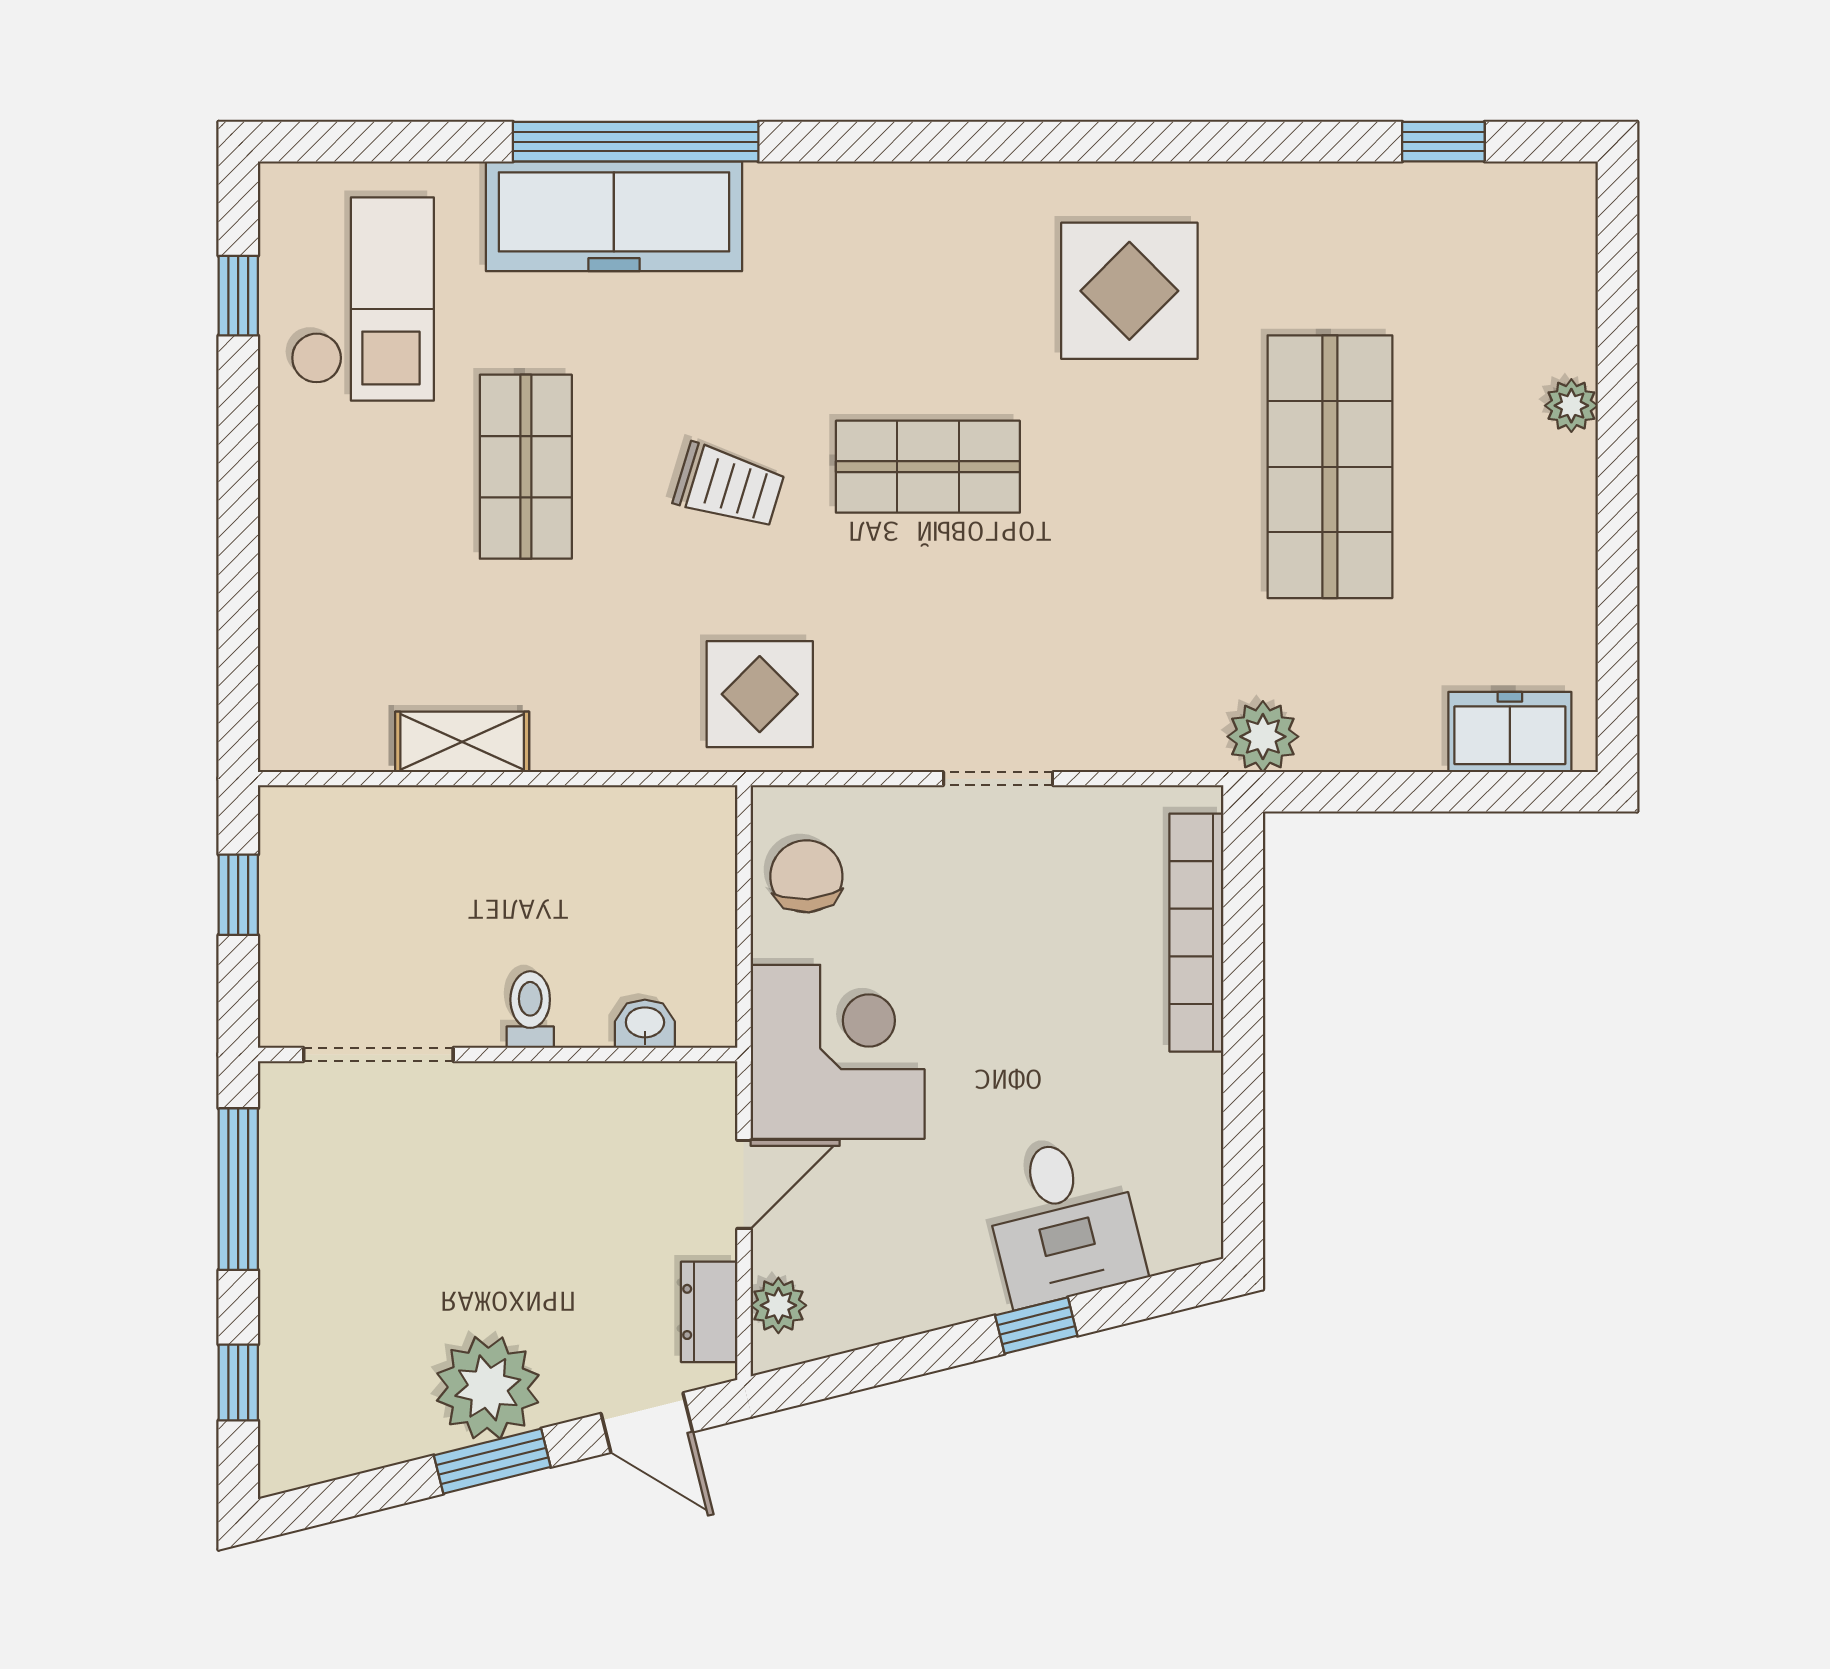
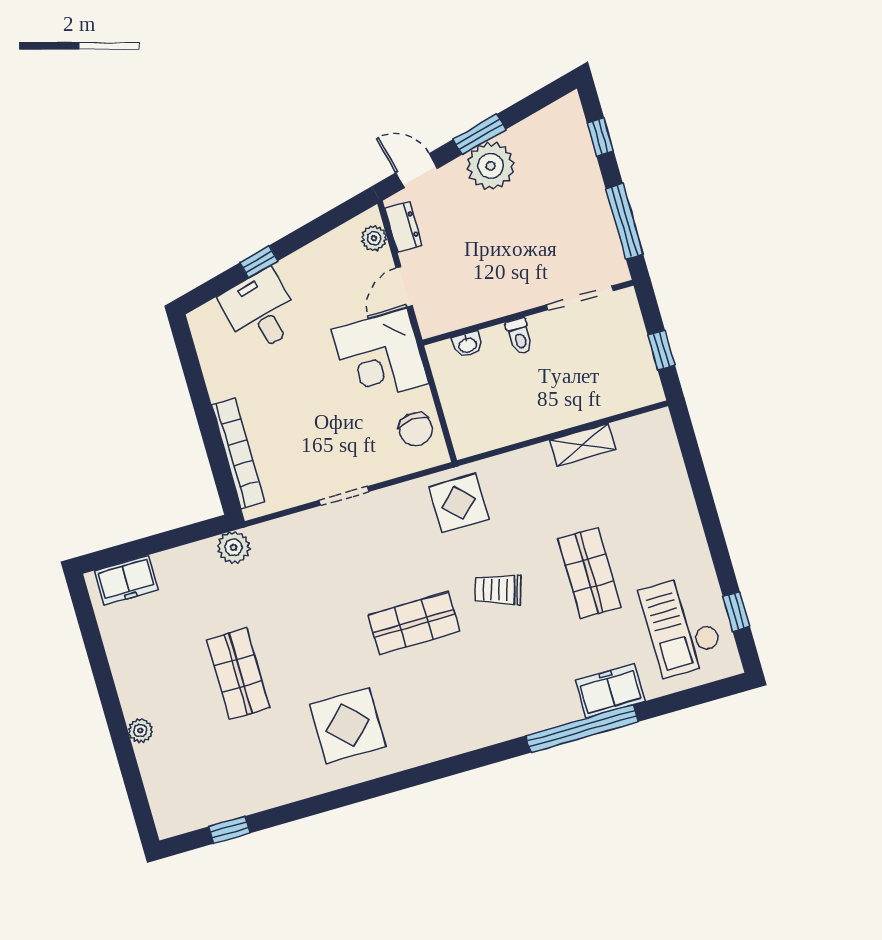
freezer: (614, 216) -> (610, 691), width x0.52, depth x0.79
shop shelf: (1330, 467) -> (238, 674), width x0.70, depth x0.74

